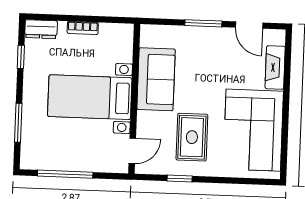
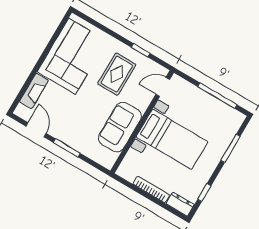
bookcase: (83, 28) -> (151, 189), width x1.56

